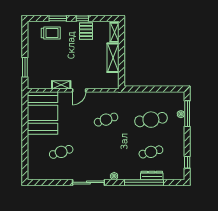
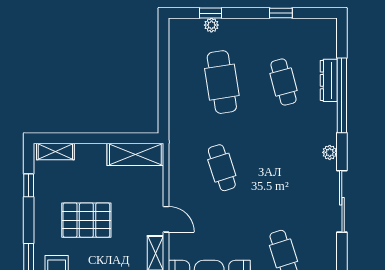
window: (82, 18) -> (29, 185), moved
pallet: (86, 31) -> (86, 220), moved, width x1.50, depth x1.42
shelving: (113, 58) -> (135, 154), moved
window: (187, 114) -> (210, 13), width x0.46
window: (187, 162) -> (281, 13), moved

